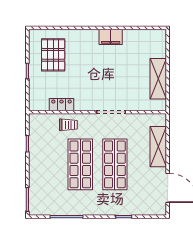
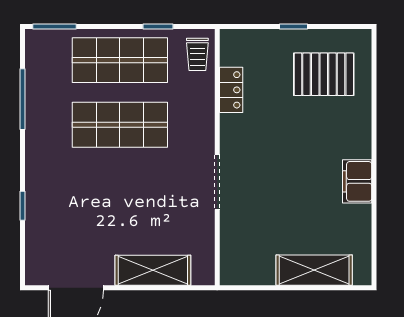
shelving: (158, 79) -> (314, 270), moved
trolley: (68, 125) -> (197, 54), moved
shop shelf: (115, 164) -> (120, 60), moved

